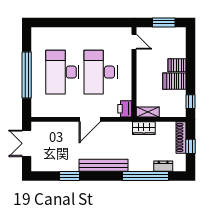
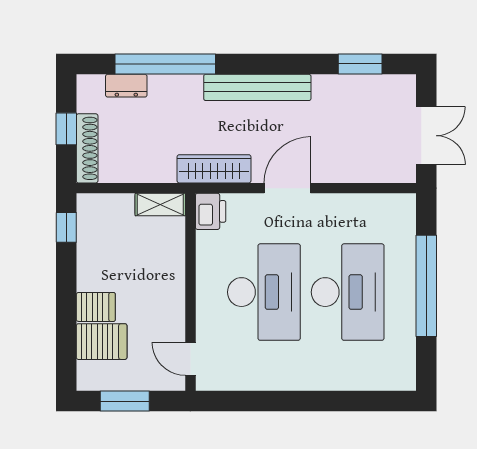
server rack: (174, 81) -> (102, 342), moved
wardrobe: (144, 128) -> (214, 169), moved, width x1.50
window: (70, 176) -> (360, 64), moved

